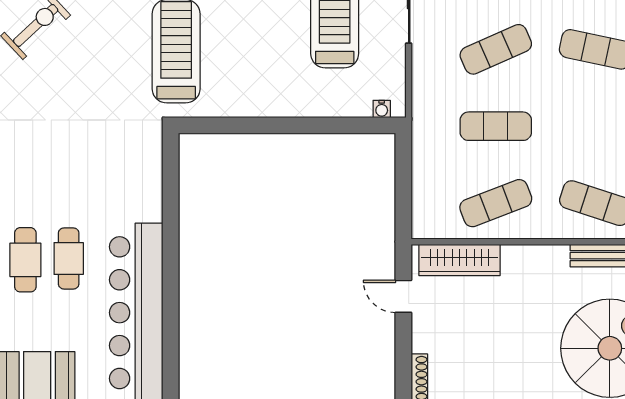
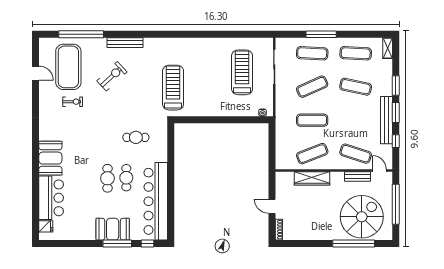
cafe table: (91, 166) -> (136, 137), added
wardrobe: (460, 260) -> (312, 178), moved
door: (403, 296) -> (272, 206), moved

